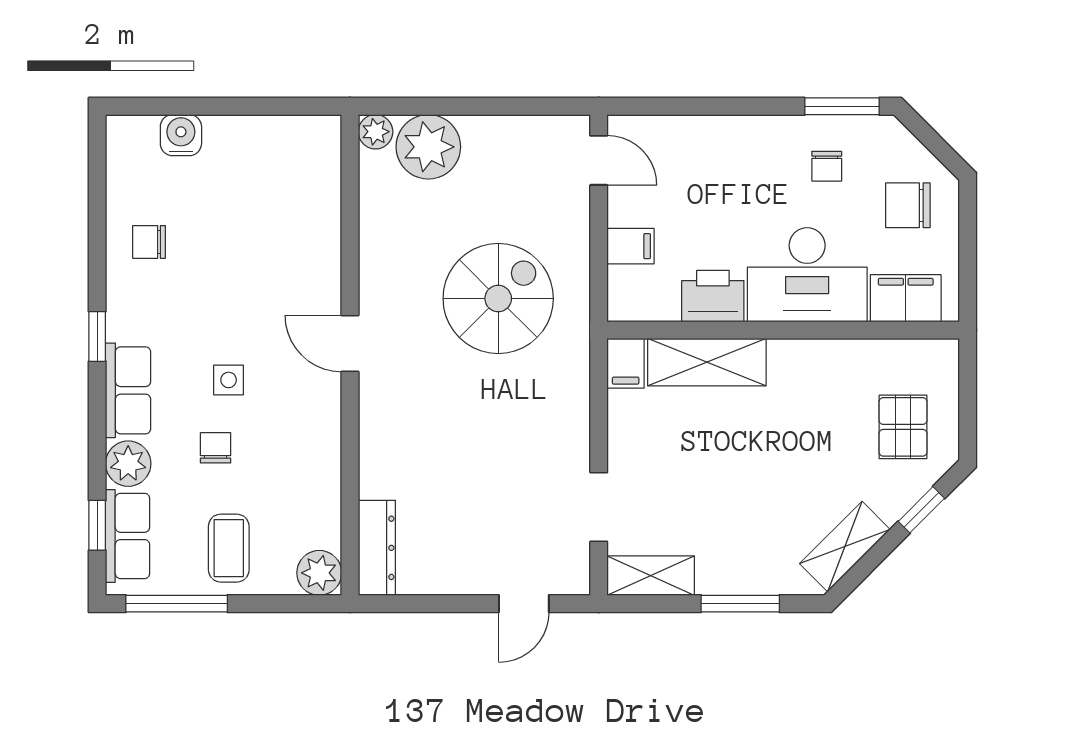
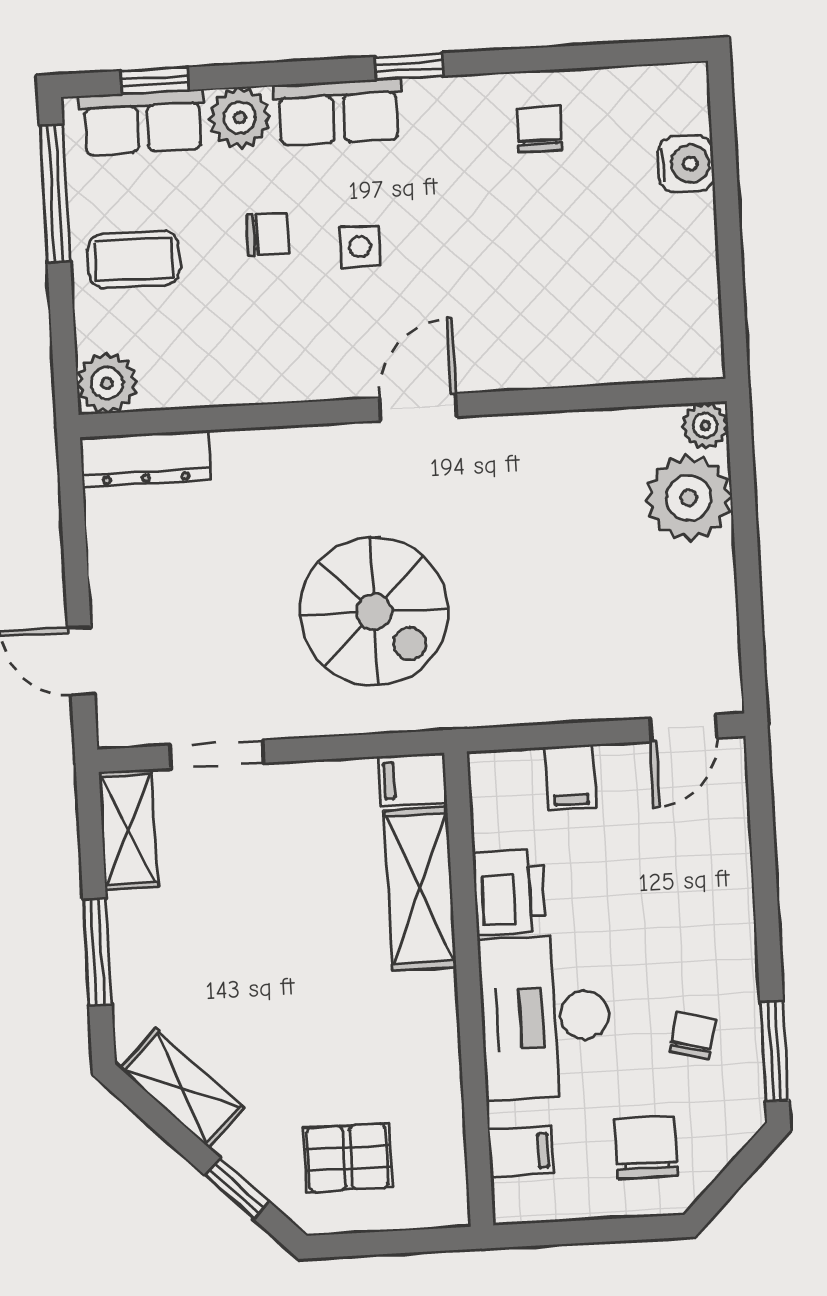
chair: (827, 166) -> (693, 1035), turned 104
filing cabinet: (906, 298) -> (521, 1152), width x0.50
spiral stairs: (498, 299) -> (374, 611), moved

